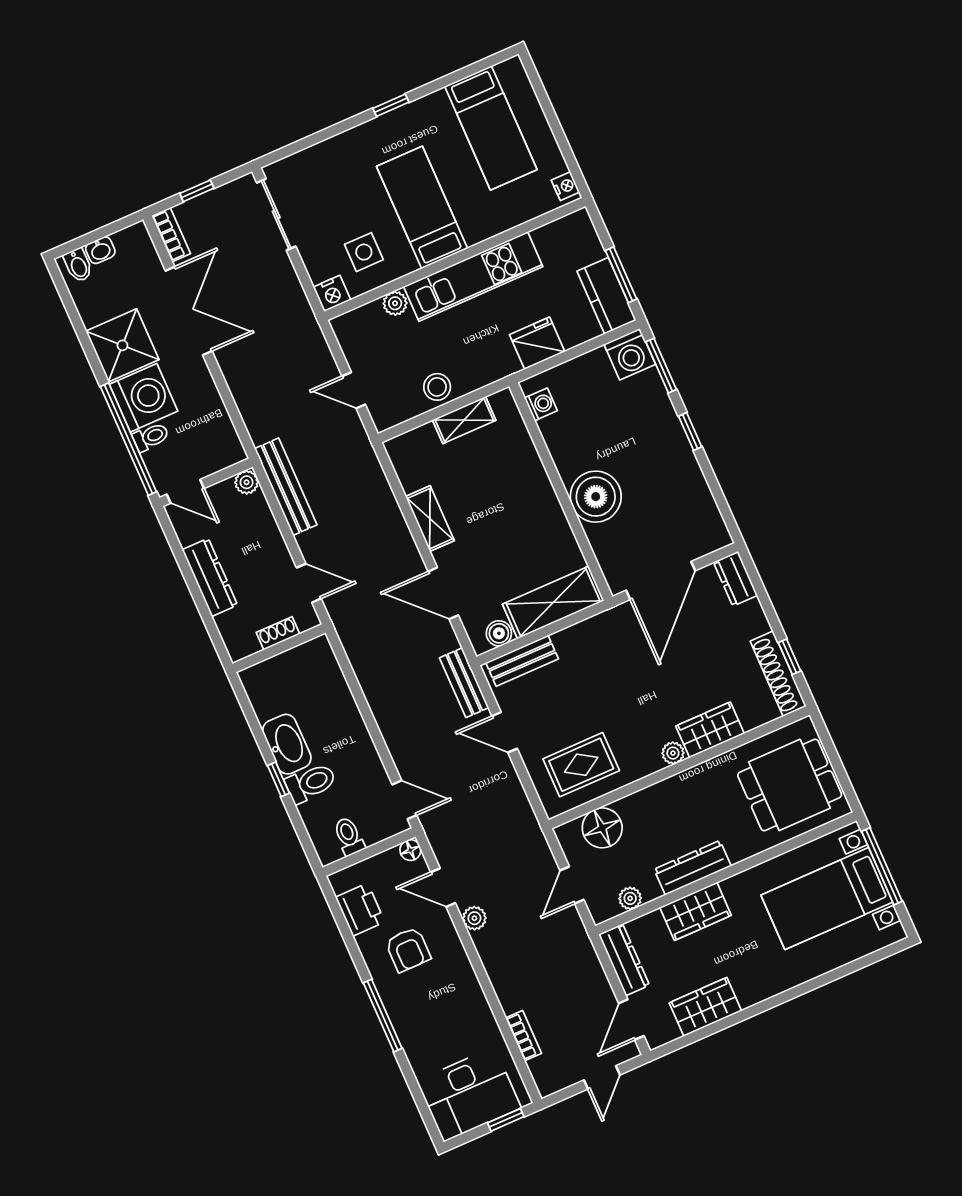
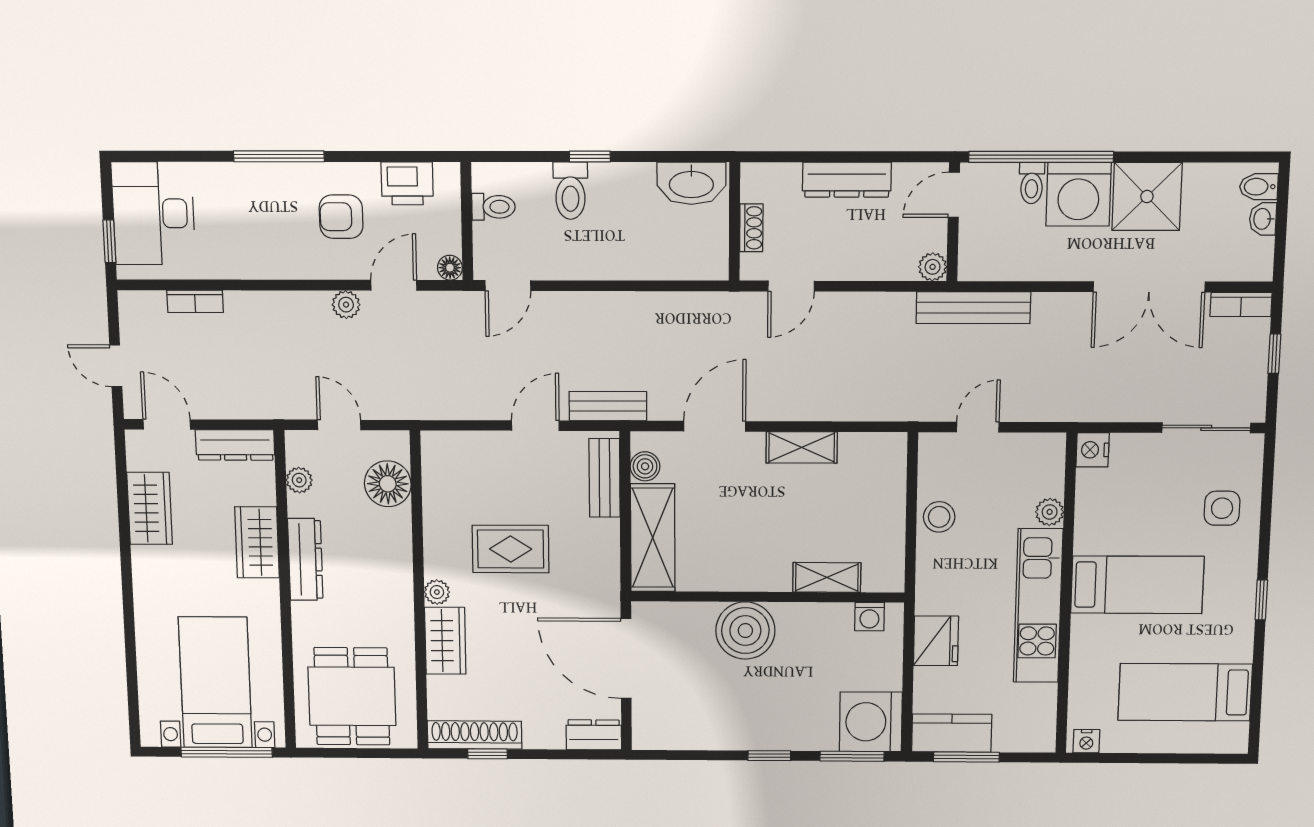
side table: (364, 252) -> (1222, 508), moved
washing machine: (630, 354) -> (871, 722), width x1.37, depth x1.37
shelving: (464, 420) -> (827, 577), moved, turned 90
bench: (286, 487) -> (973, 308), moved
washbasin: (287, 744) -> (691, 183), moved
rug: (581, 765) -> (511, 549), moved, turned 90

